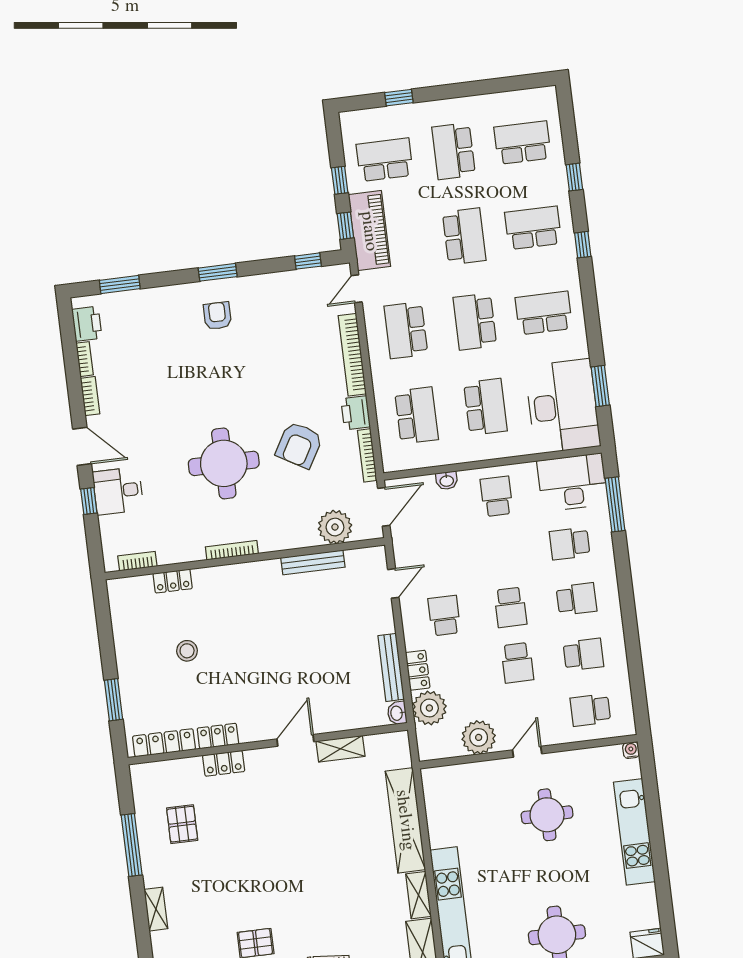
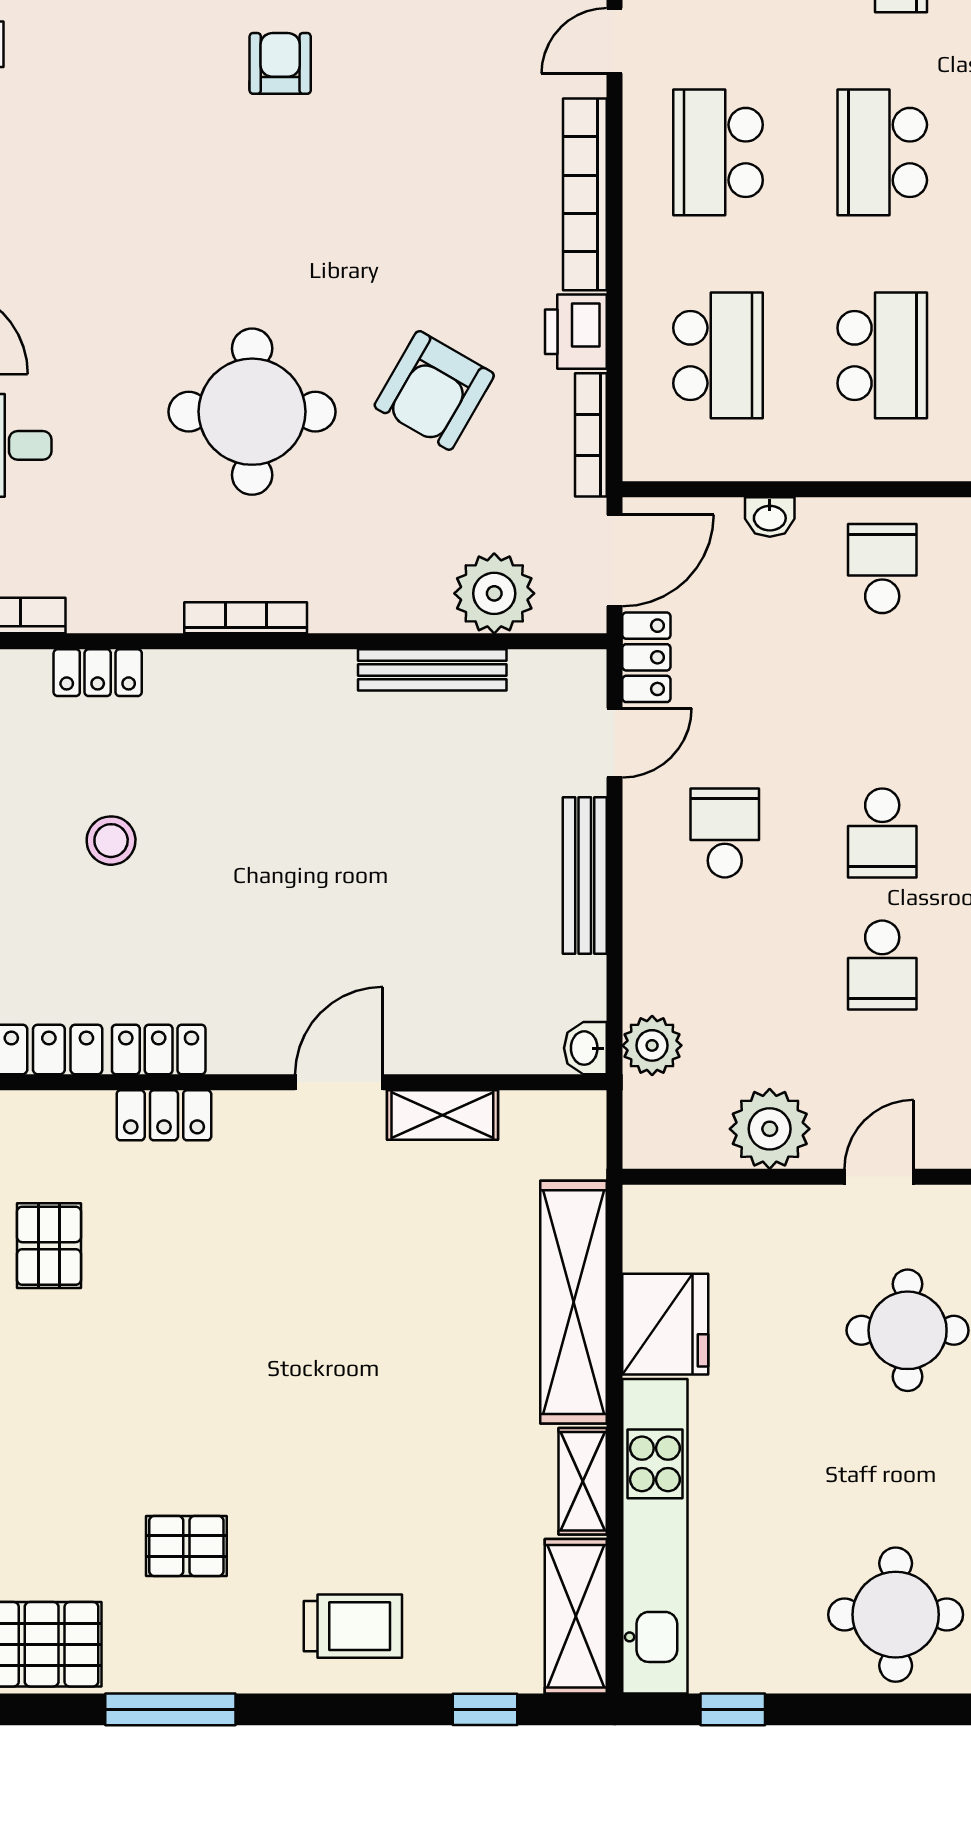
bench: (391, 667) -> (585, 875), moved
locker: (418, 670) -> (646, 657), moved
plant: (429, 708) -> (652, 1045), width x0.73, depth x0.73
fridge: (445, 825) -> (665, 1324), added

